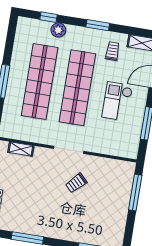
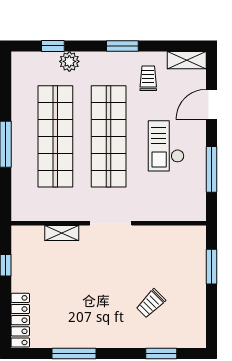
shelving: (21, 149) -> (62, 233), moved
trolley: (76, 183) -> (151, 303), moved
window: (135, 193) -> (212, 267), width x0.69

